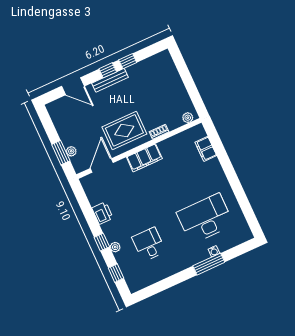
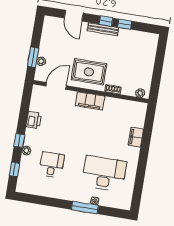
filing cabinet: (206, 149) -> (136, 137), moved

